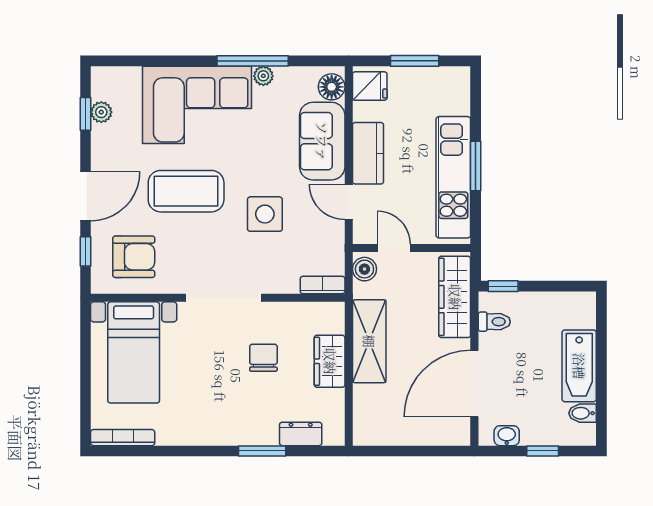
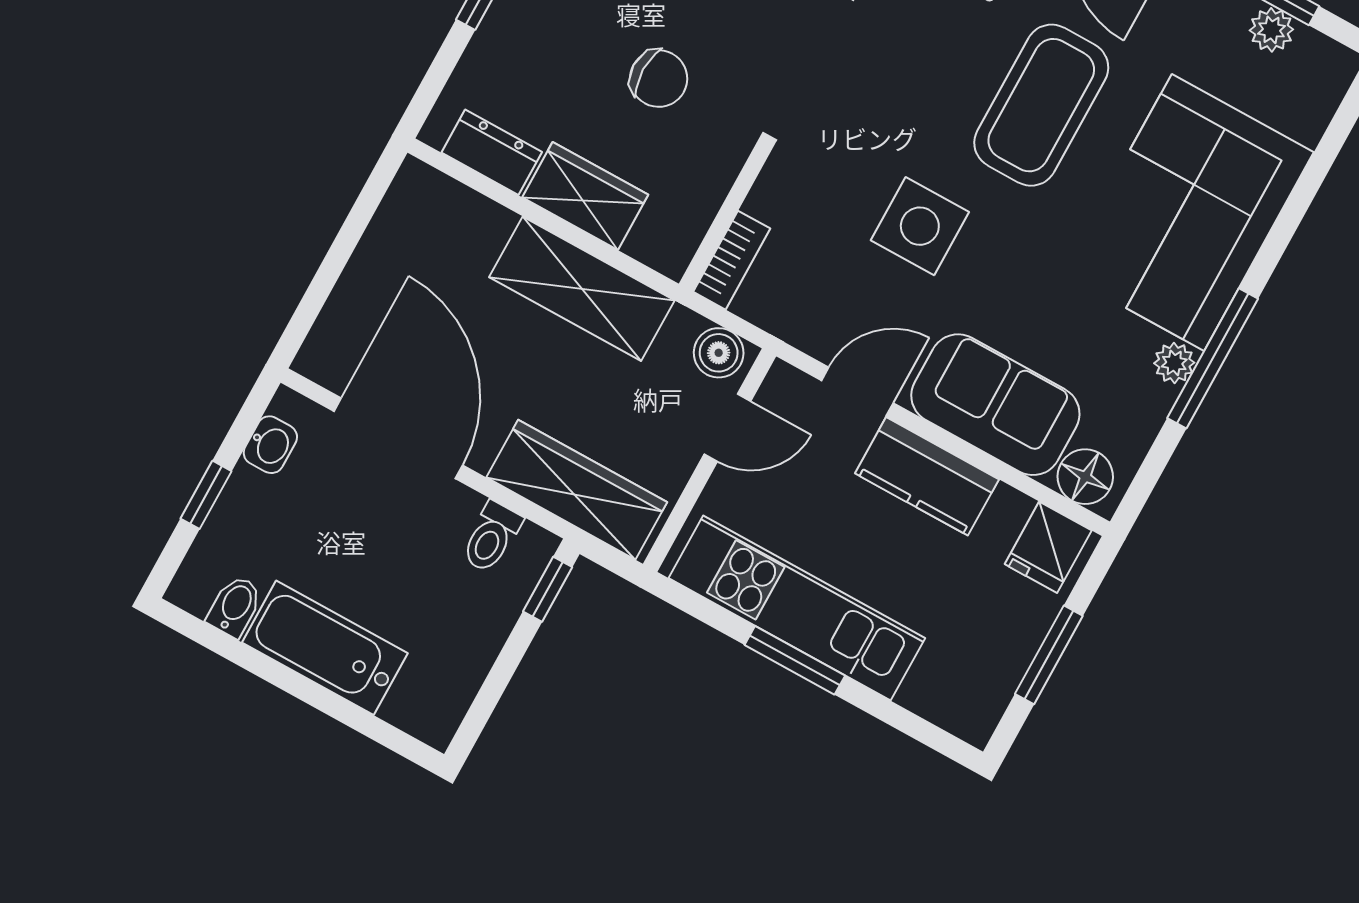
dresser: (301, 434) -> (492, 152), moved, turned -90

